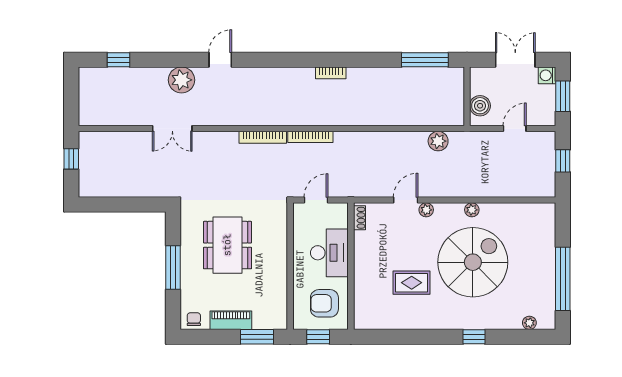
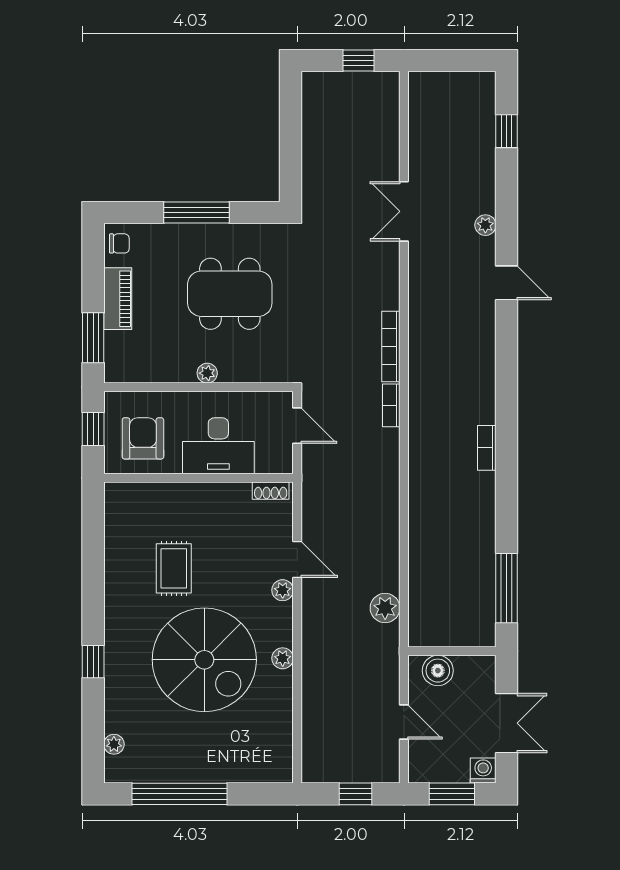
plant: (181, 80) -> (485, 225), width x0.53, depth x0.53
bookcase: (310, 137) -> (391, 405), width x0.64
plant: (281, 260) -> (207, 373), added

